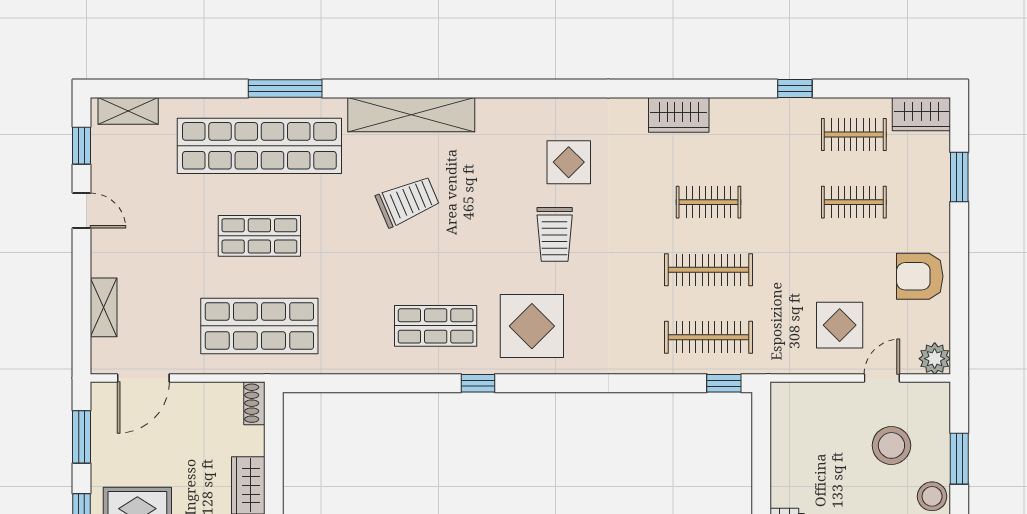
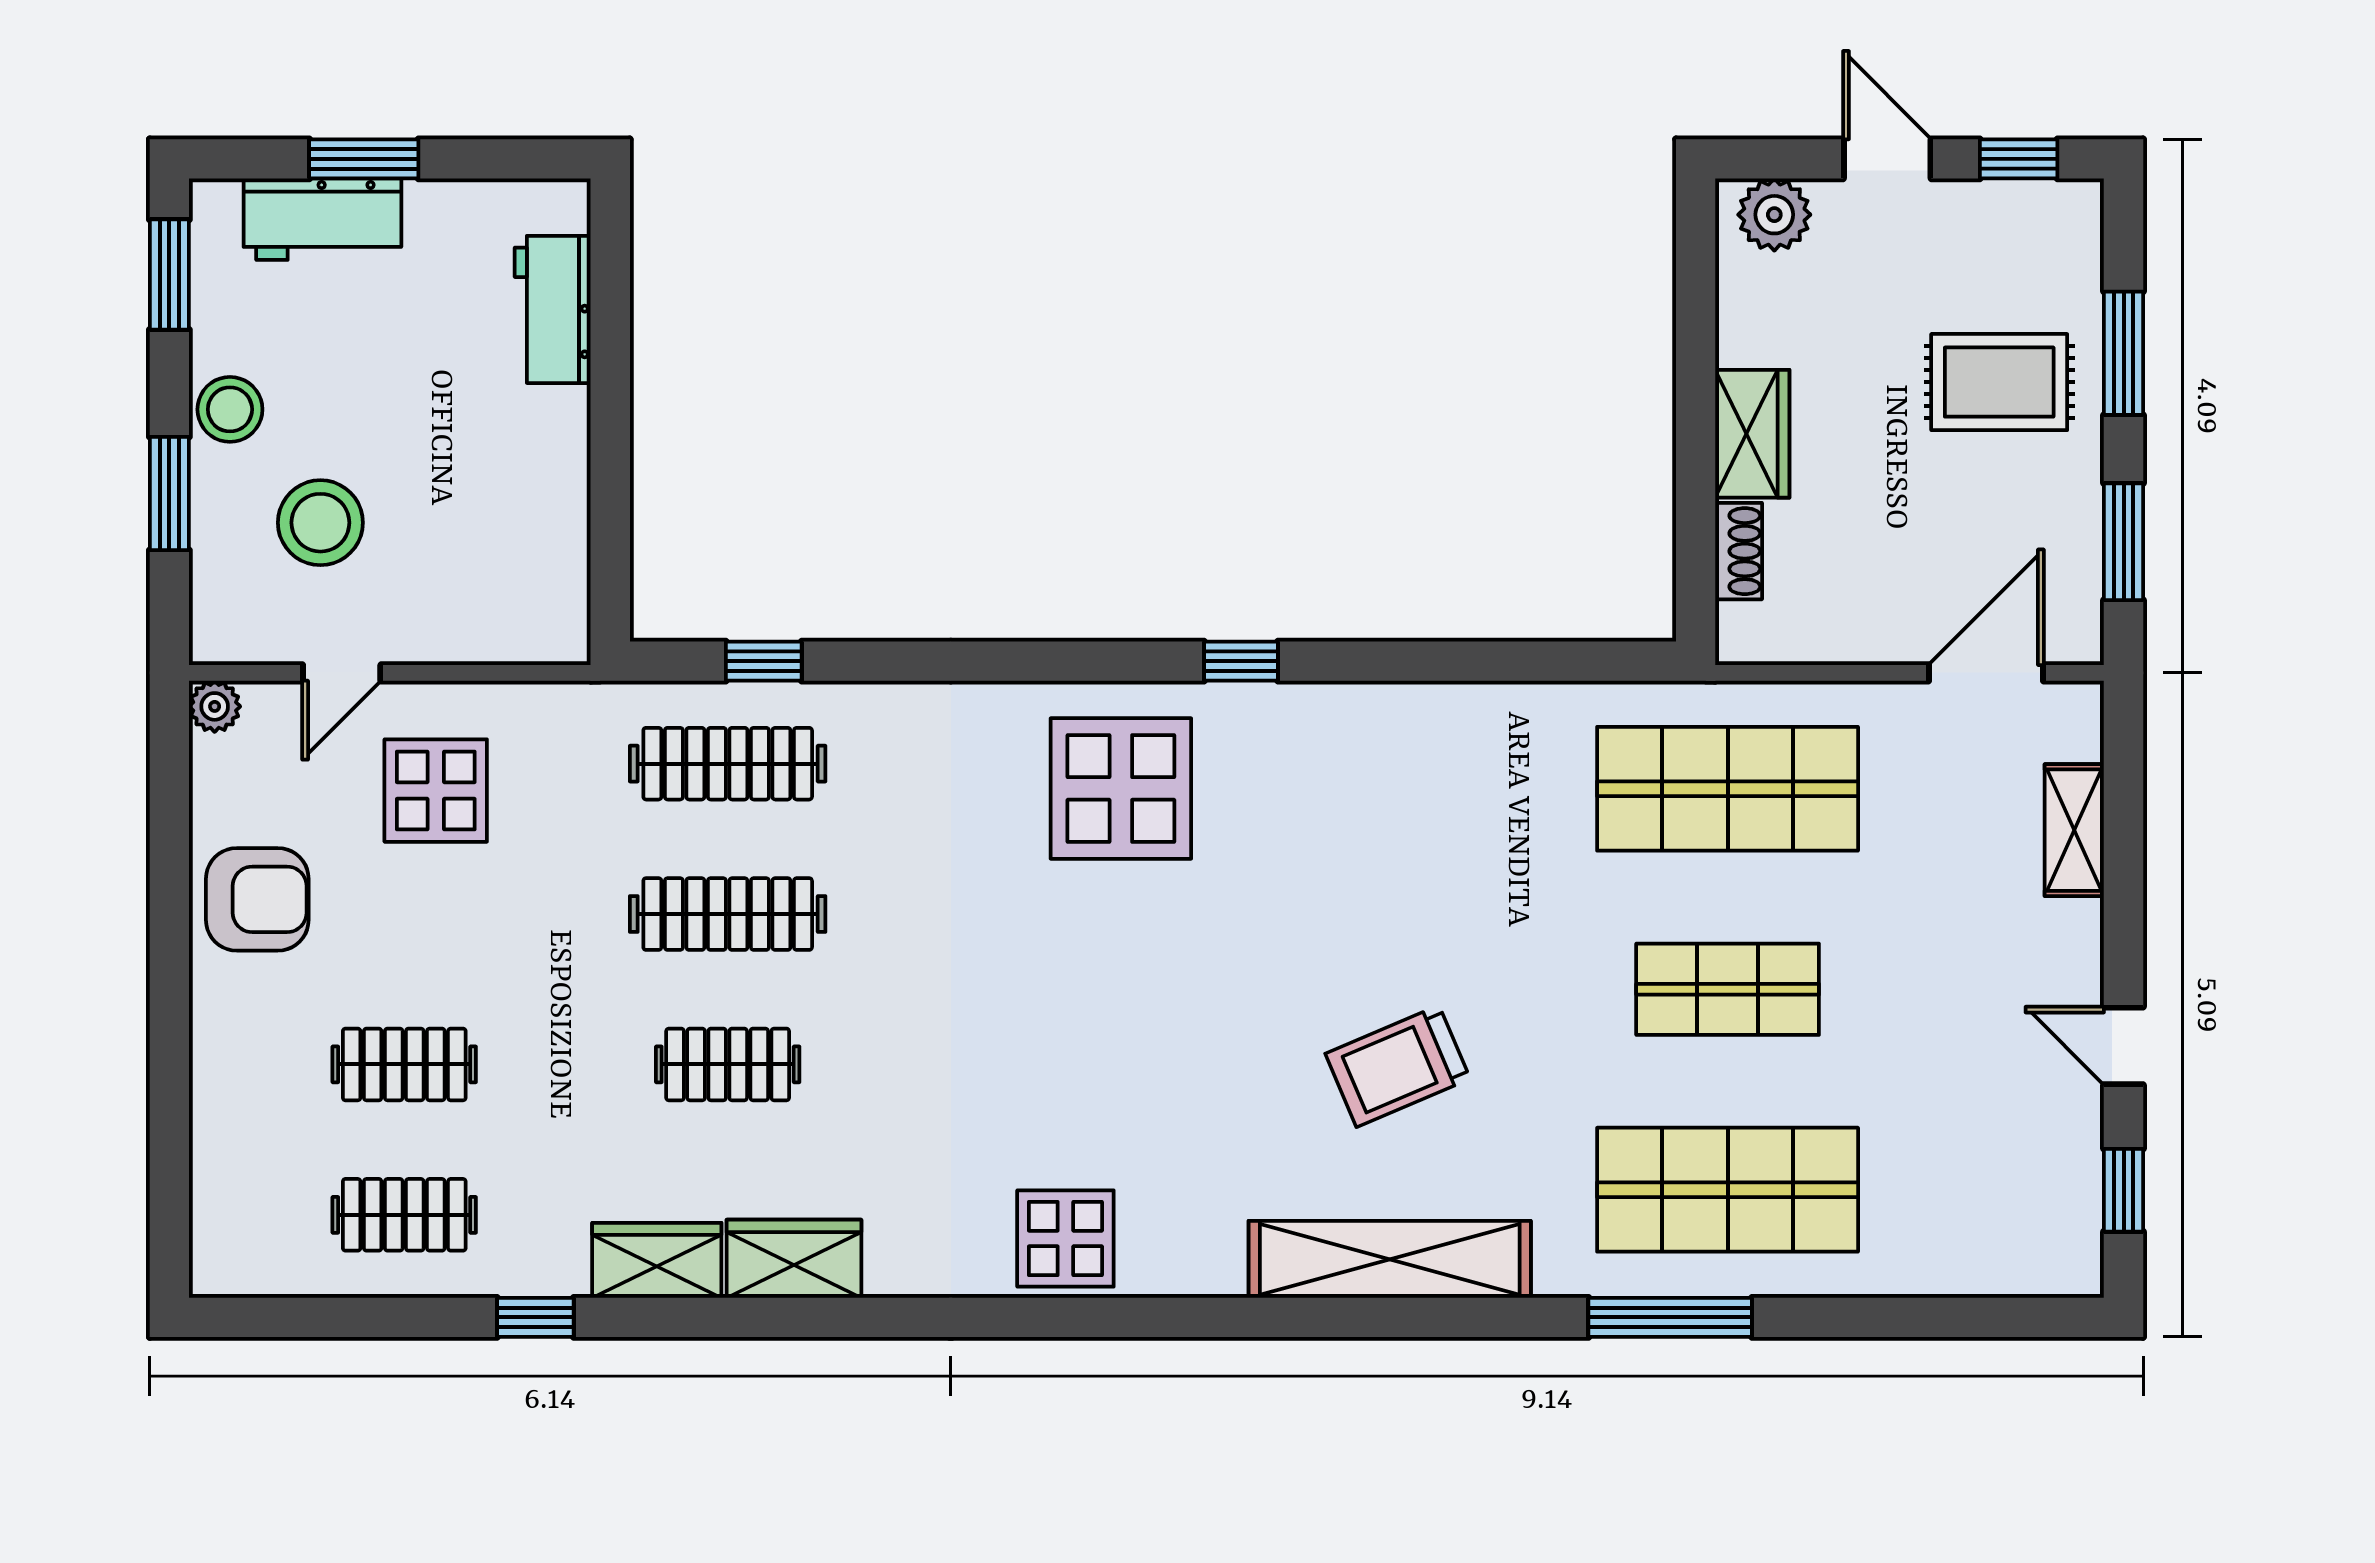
shelving: (128, 111) -> (2020, 1268), removed
wardrobe: (921, 114) -> (657, 1260), moved
shop shelf: (259, 146) -> (1728, 1190), width x0.71
display table: (569, 162) -> (1065, 1238), moved
window: (959, 177) -> (169, 1120), removed
trolley: (555, 234) -> (1070, 993), removed
shop shelf: (436, 326) -> (1335, 789), removed
plant: (935, 359) -> (215, 706), width x0.73, depth x0.73
window: (724, 383) -> (764, 661), moved
shoe rack: (254, 403) -> (1739, 551), moved

